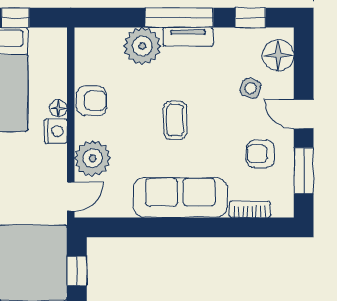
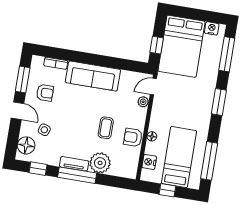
coffee table: (175, 120) -> (106, 128), moved
nightstand: (56, 131) -> (149, 162), moved
plant: (93, 158) -> (143, 102), width x0.53, depth x0.53

